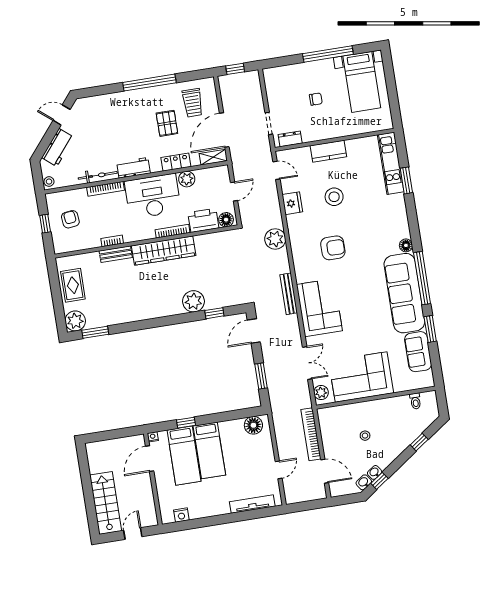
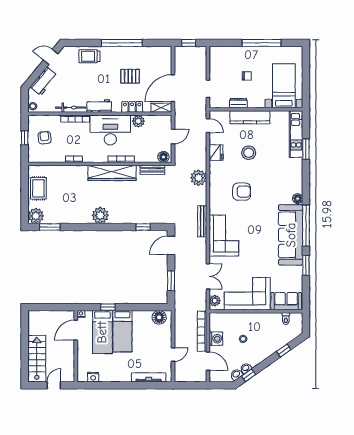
bed with nightstands: (362, 82) -> (284, 86), moved, turned 180
trolley: (193, 103) -> (89, 56), moved, turned 90
pallet: (167, 123) -> (130, 76), turned 90
dresser: (290, 139) -> (238, 103), moved
kitchen counter: (328, 151) -> (250, 117), width x1.50
printer: (203, 220) -> (146, 155), removed
bench: (116, 254) -> (152, 170), moved
plant: (193, 301) -> (100, 215), moved
sofa: (418, 352) -> (286, 301), moved, turned 90
washing machine: (330, 441) -> (216, 339), added

